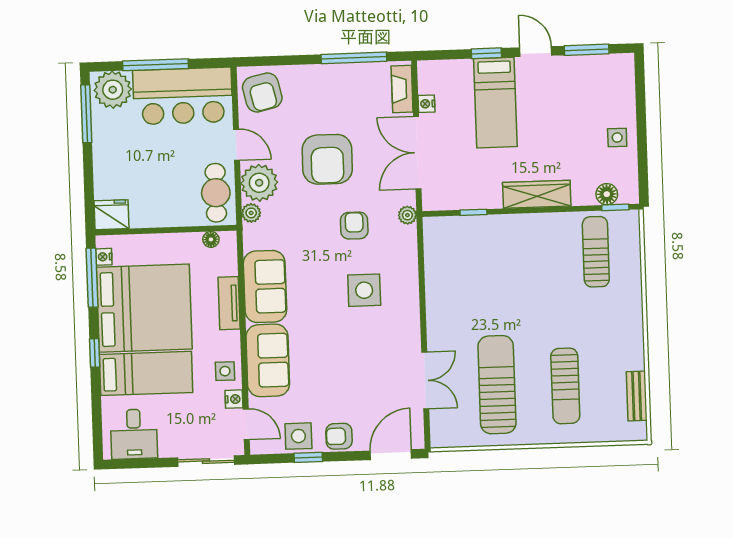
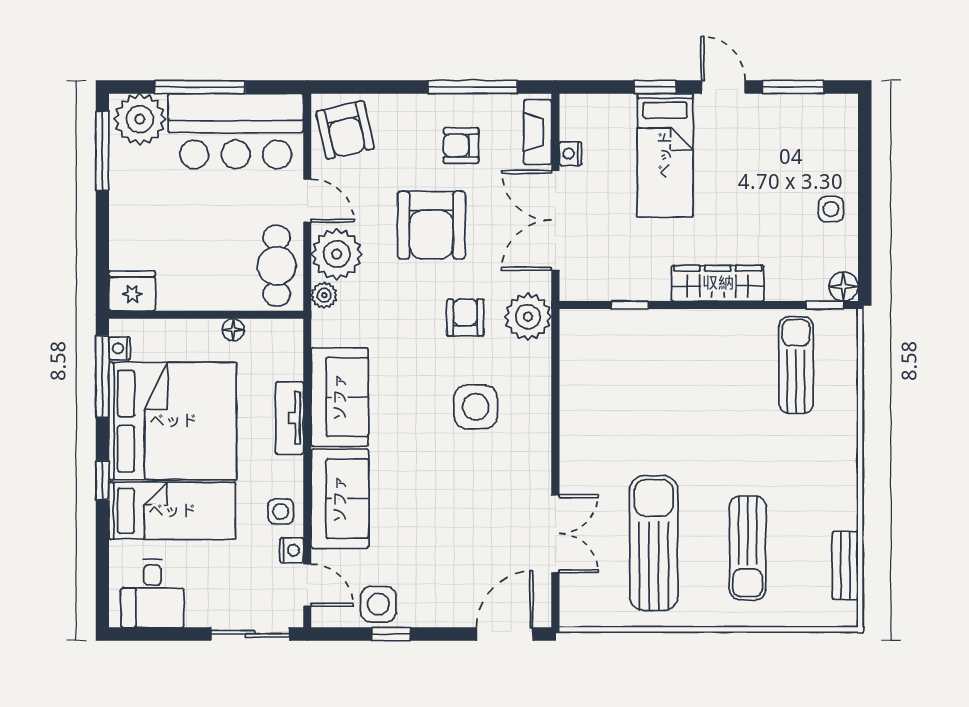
floor lamp: (607, 194) -> (844, 286), moved
plant: (407, 215) -> (528, 317), width x1.88, depth x1.88
floor lamp: (211, 239) -> (233, 330), moved
armchair: (339, 436) -> (461, 145), moved

